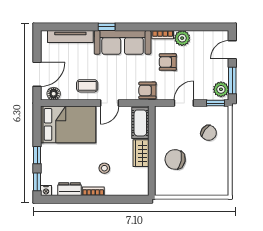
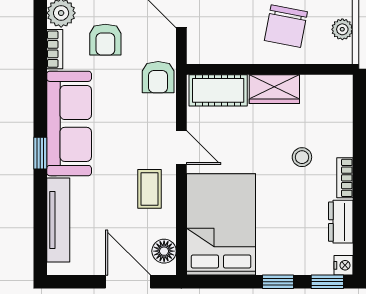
plant: (173, 190) -> (342, 29), added

